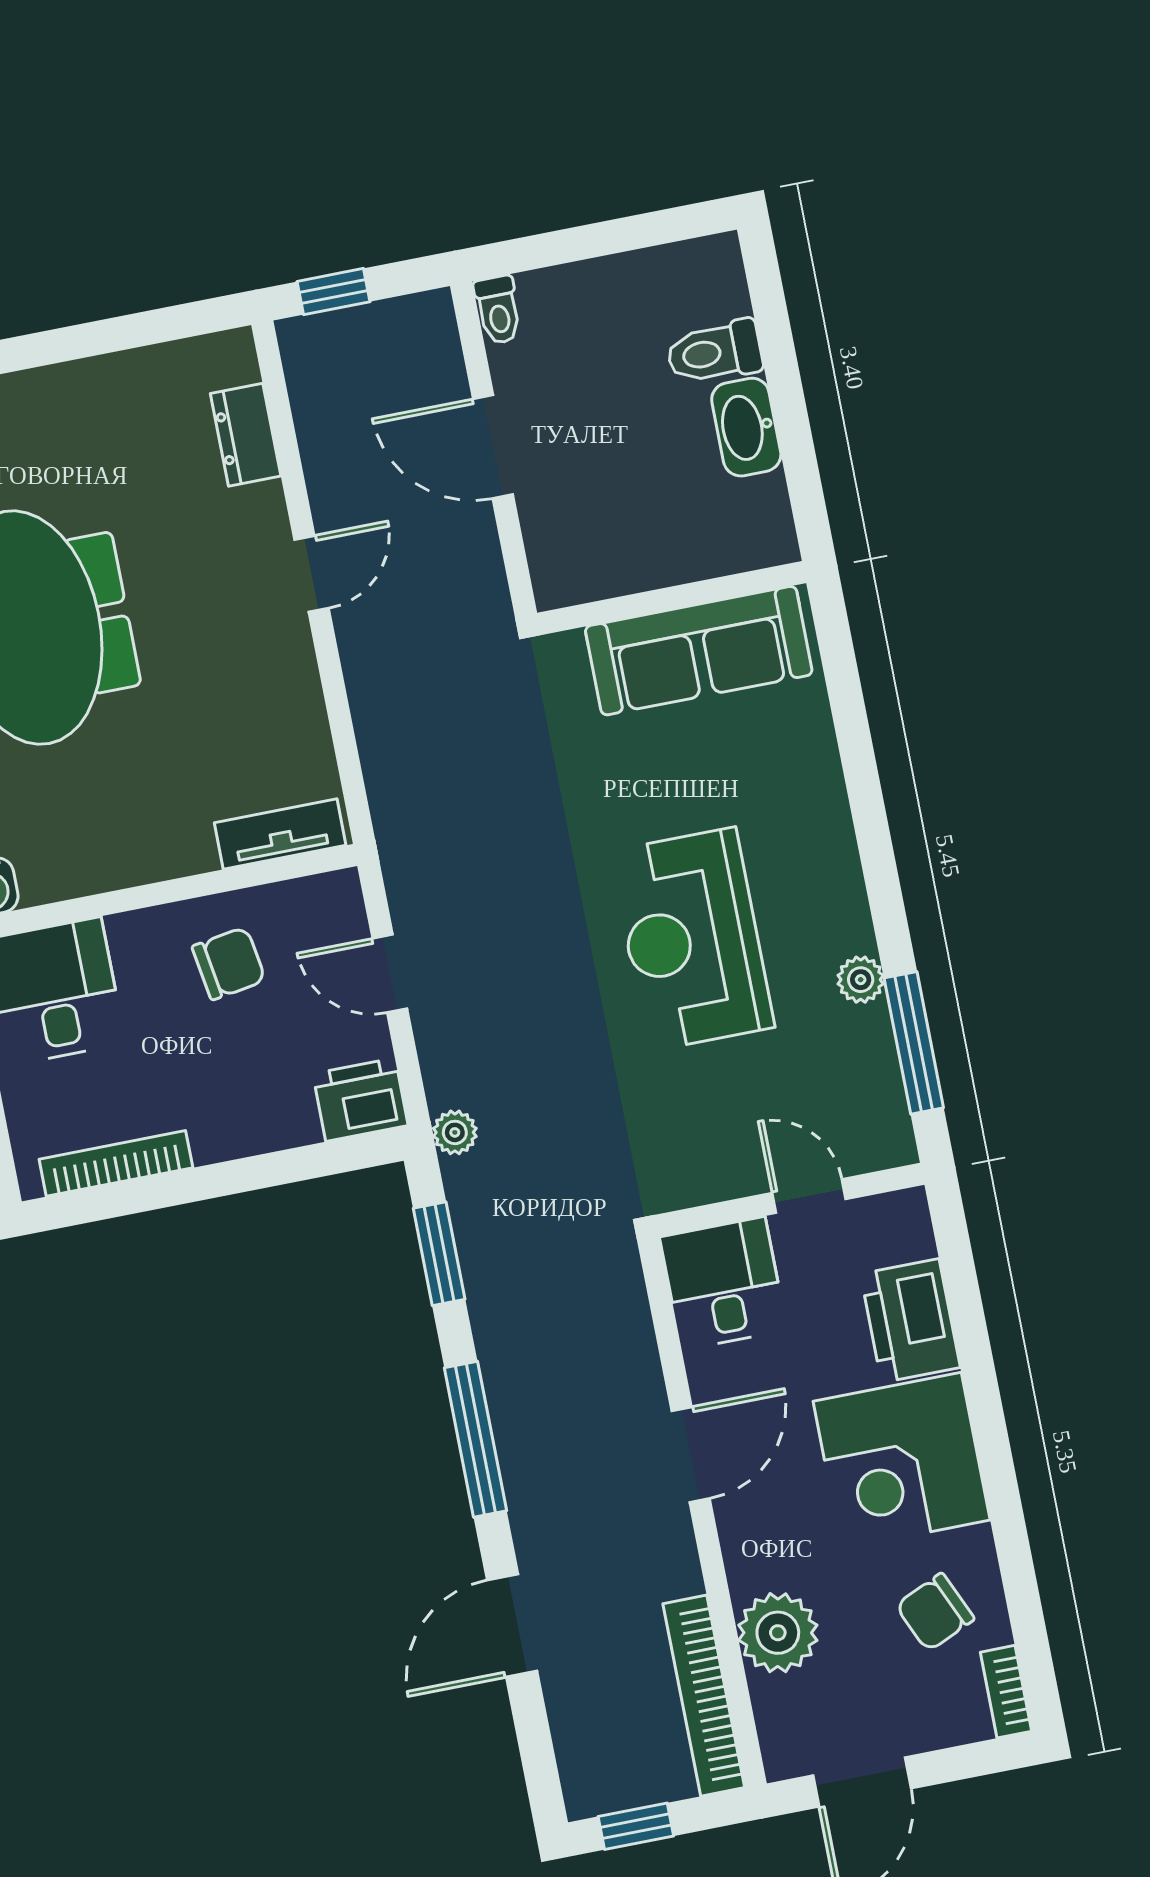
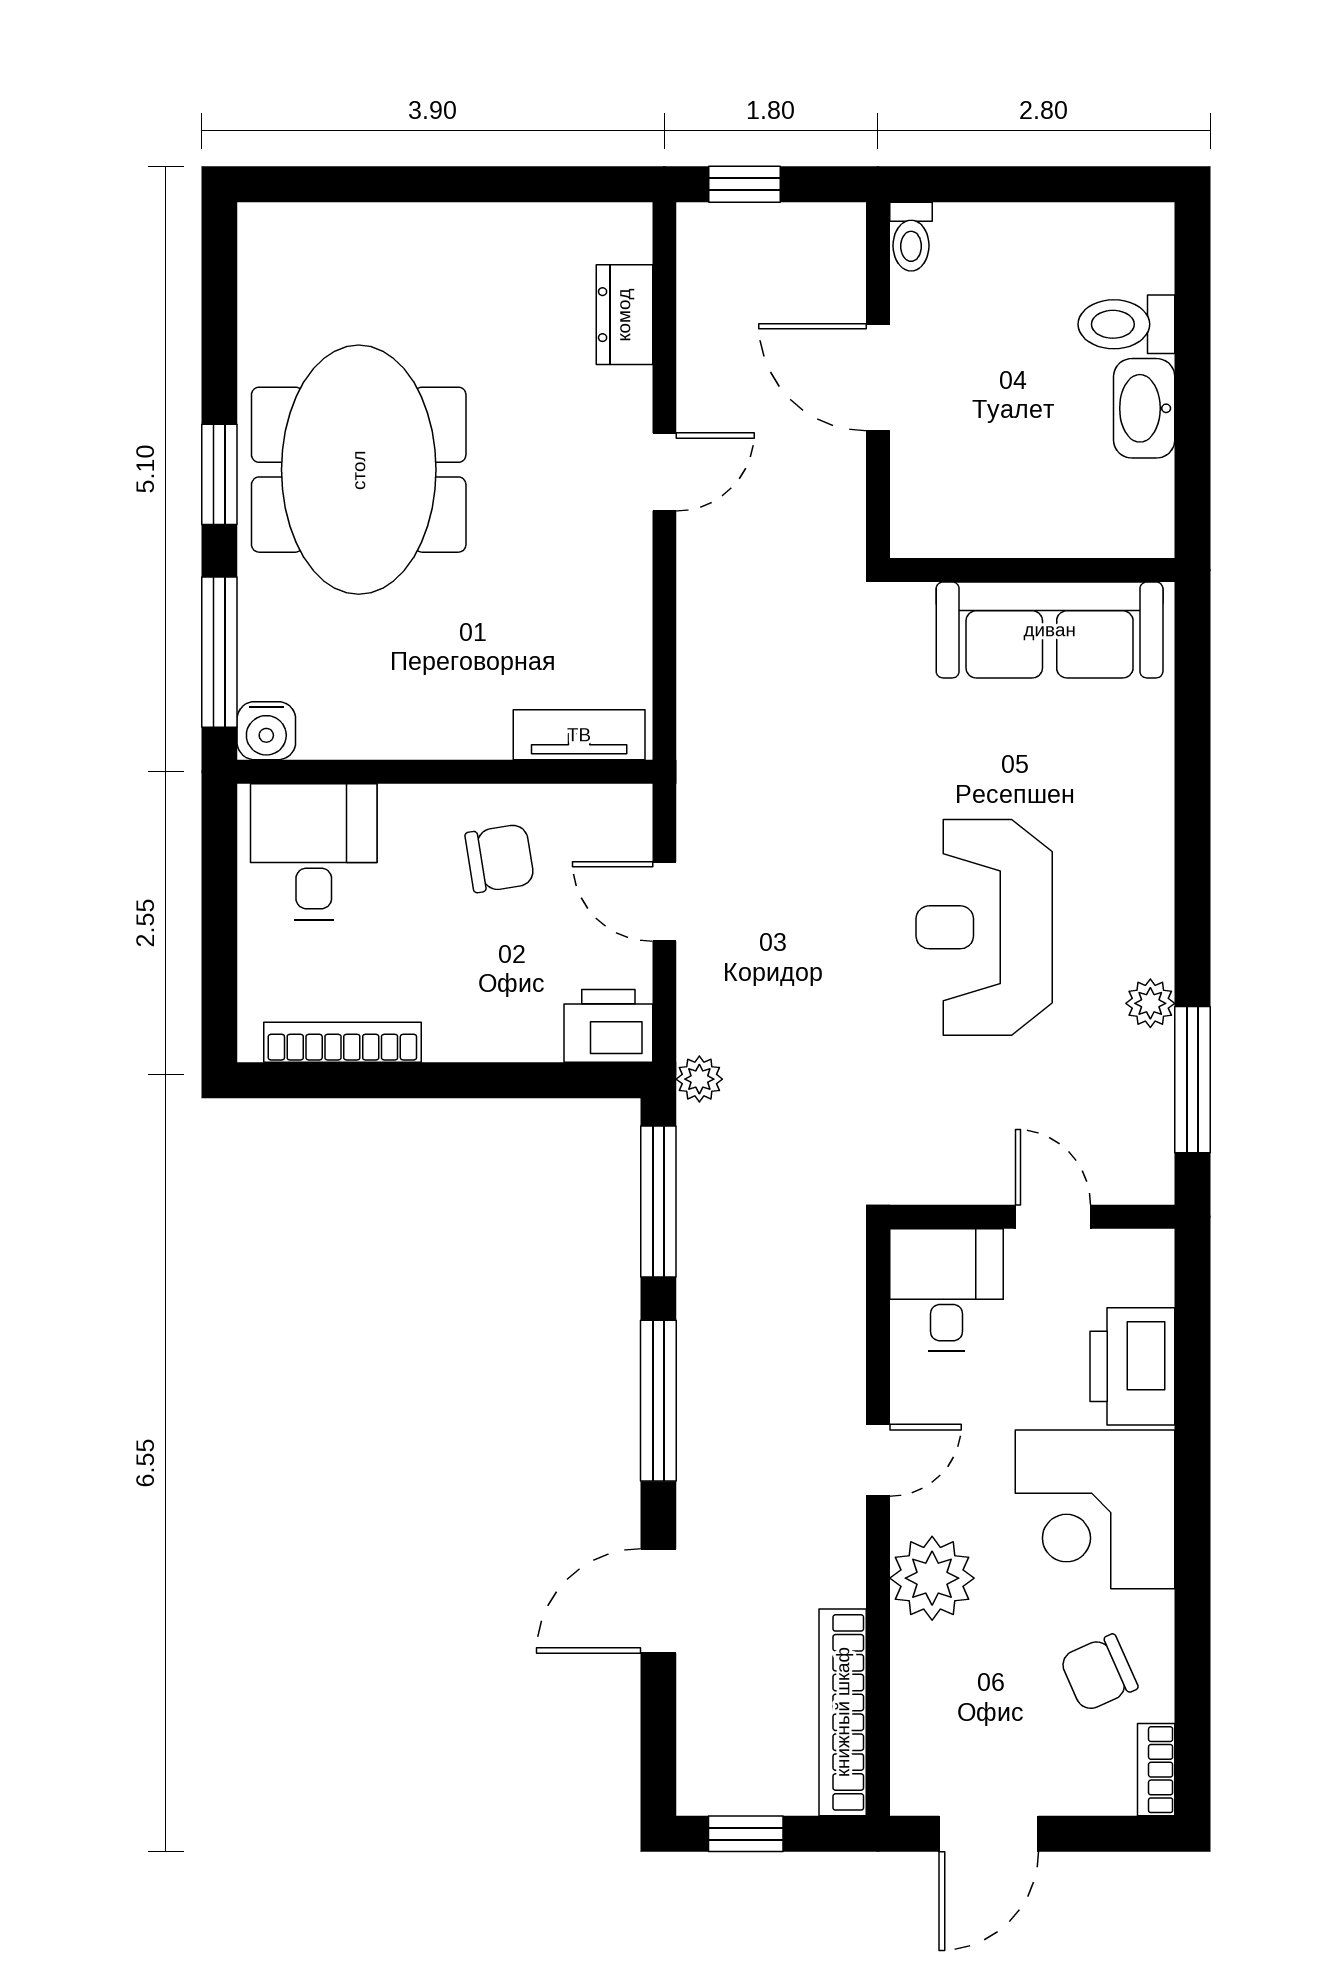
window: (439, 1254) -> (658, 1201), width x1.44
door: (691, 1455) -> (878, 1460), width x0.73
plant: (778, 1633) -> (932, 1578), moved

